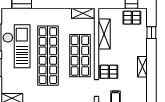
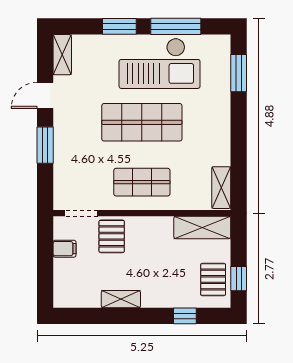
shelving: (104, 34) -> (202, 227), moved
shop shelf: (48, 56) -> (142, 122), width x0.71
shop shelf: (80, 56) -> (142, 182), width x0.70, depth x0.74

